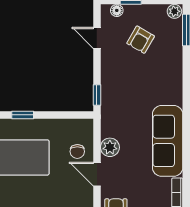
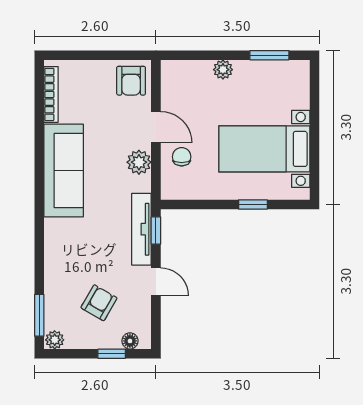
door: (97, 38) -> (156, 282), moved
tv unit: (108, 96) -> (141, 229), added

